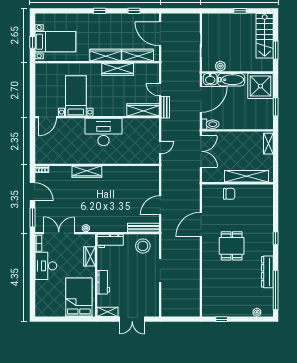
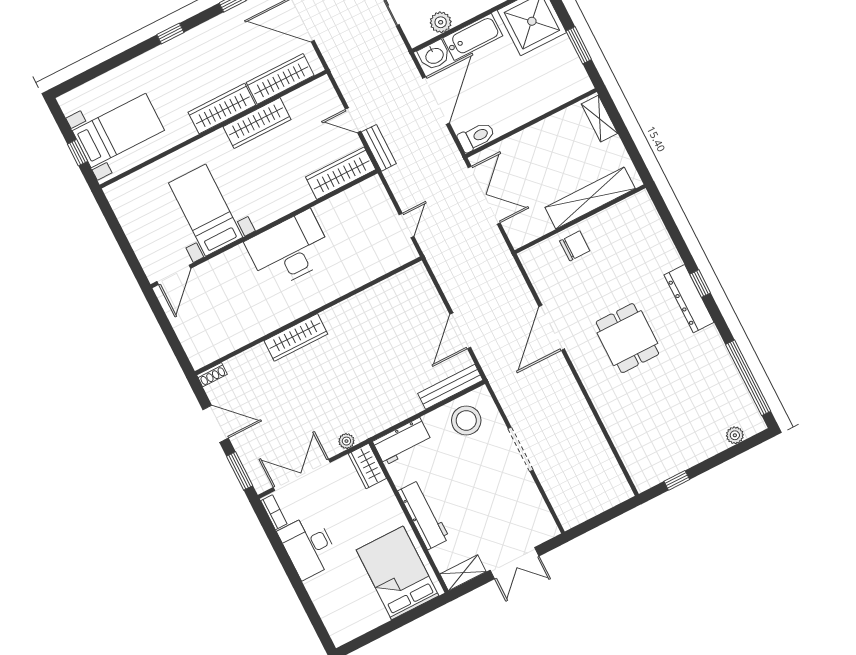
wardrobe: (89, 256) -> (367, 466), moved
dresser: (267, 272) -> (689, 299), moved
workbench: (103, 282) -> (424, 515), width x1.38

